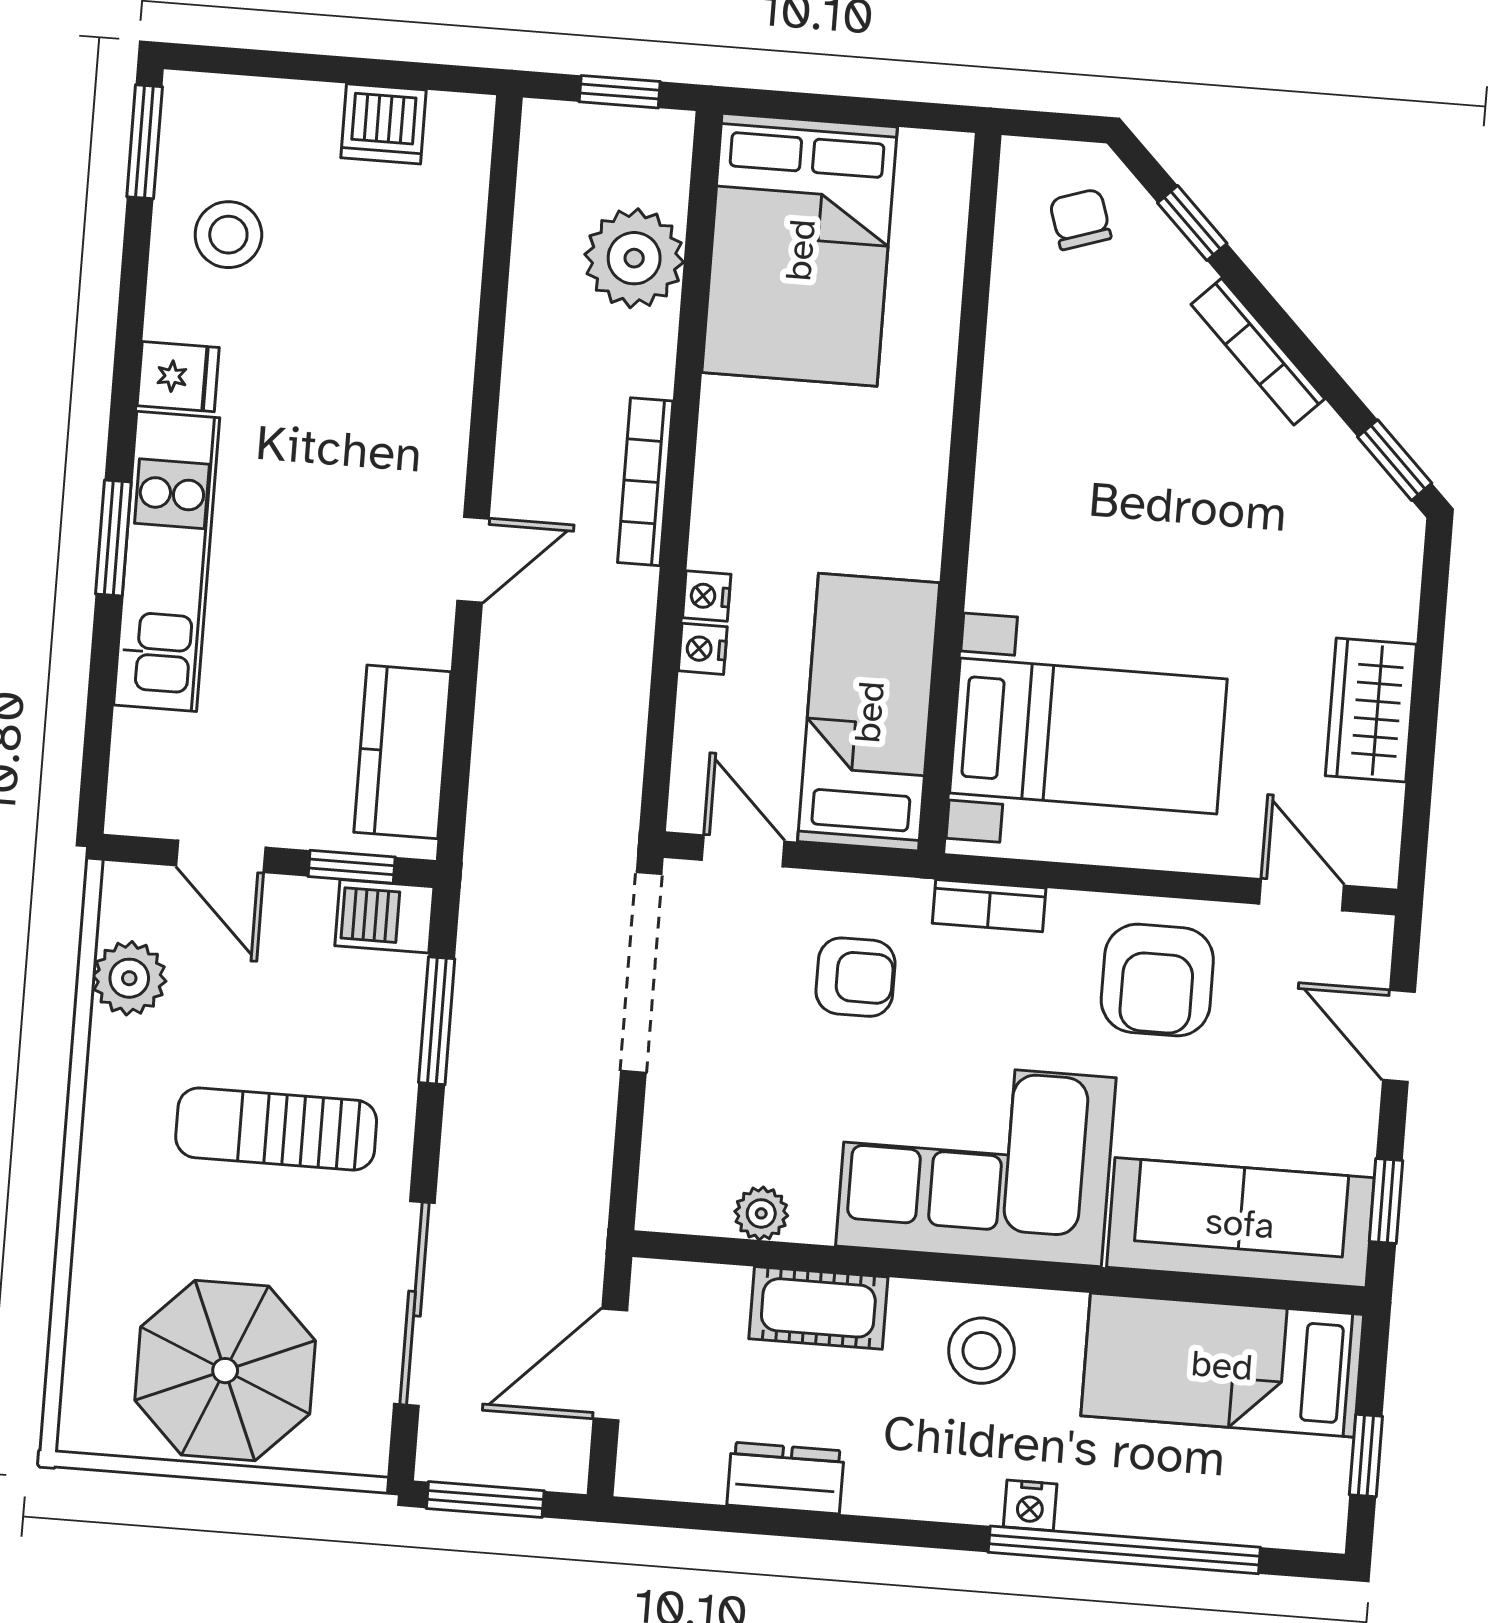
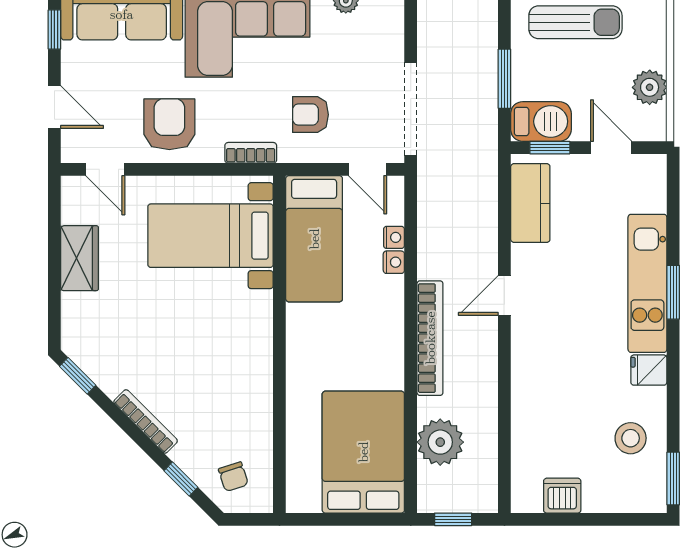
bookcase: (645, 482) -> (430, 338), width x1.48, depth x1.31
nightstand: (707, 596) -> (394, 237), moved
barbecue: (384, 916) -> (541, 121), width x1.38, depth x1.27

